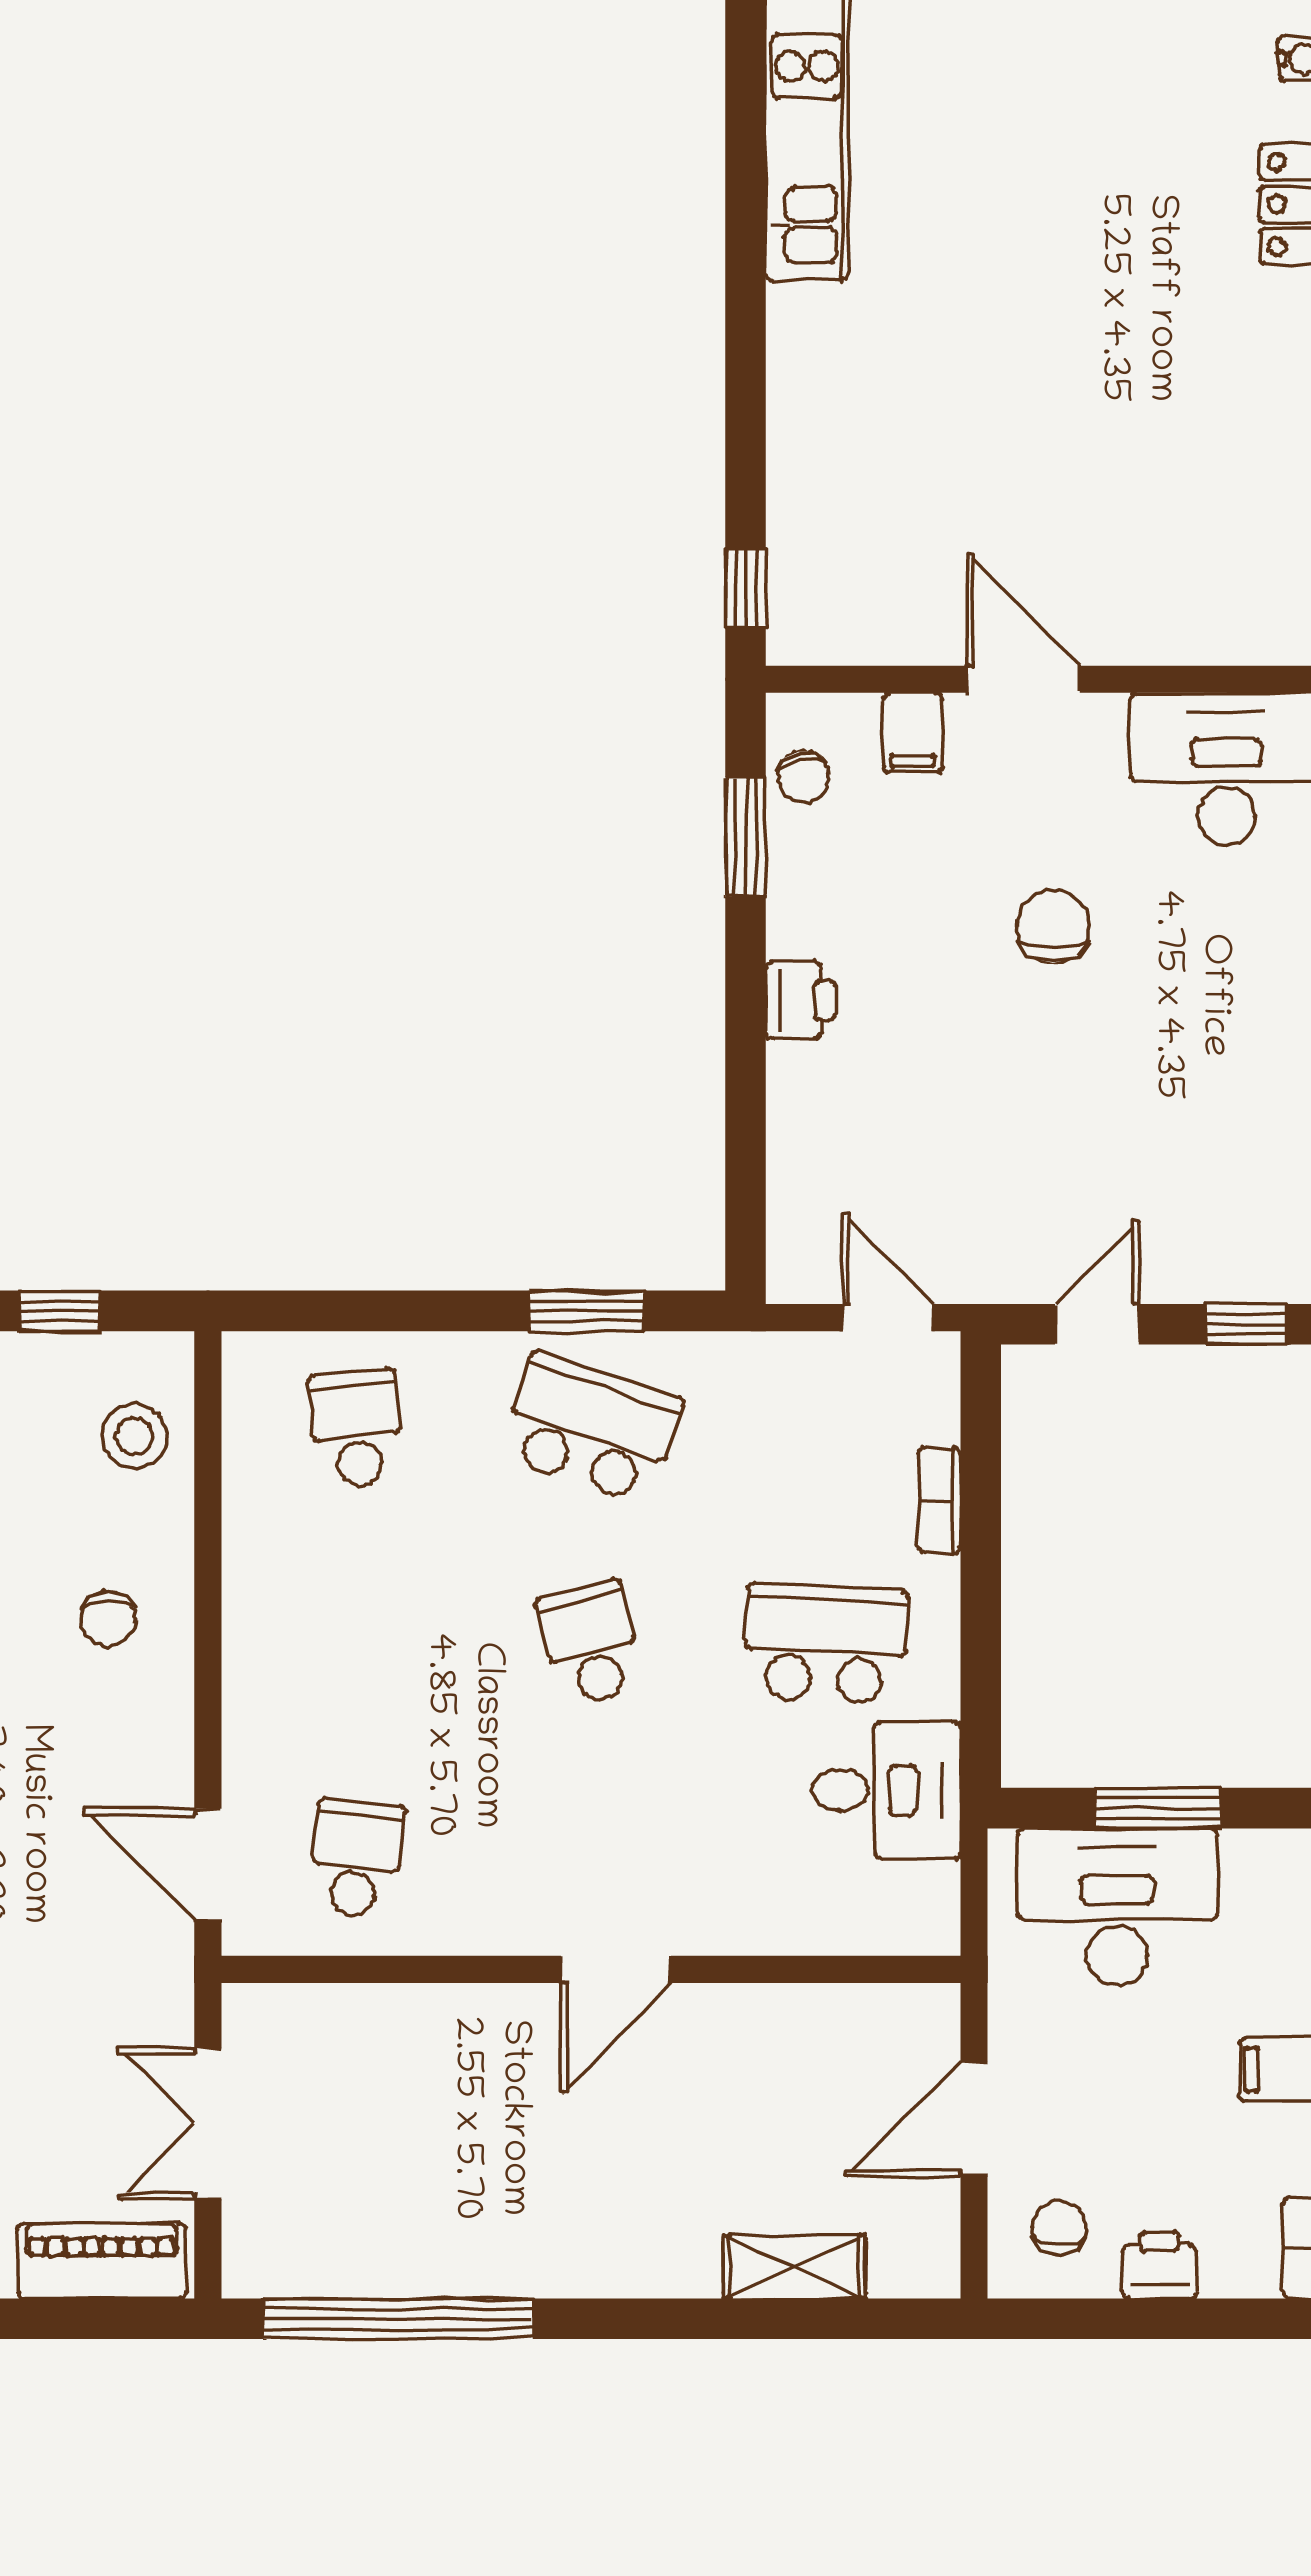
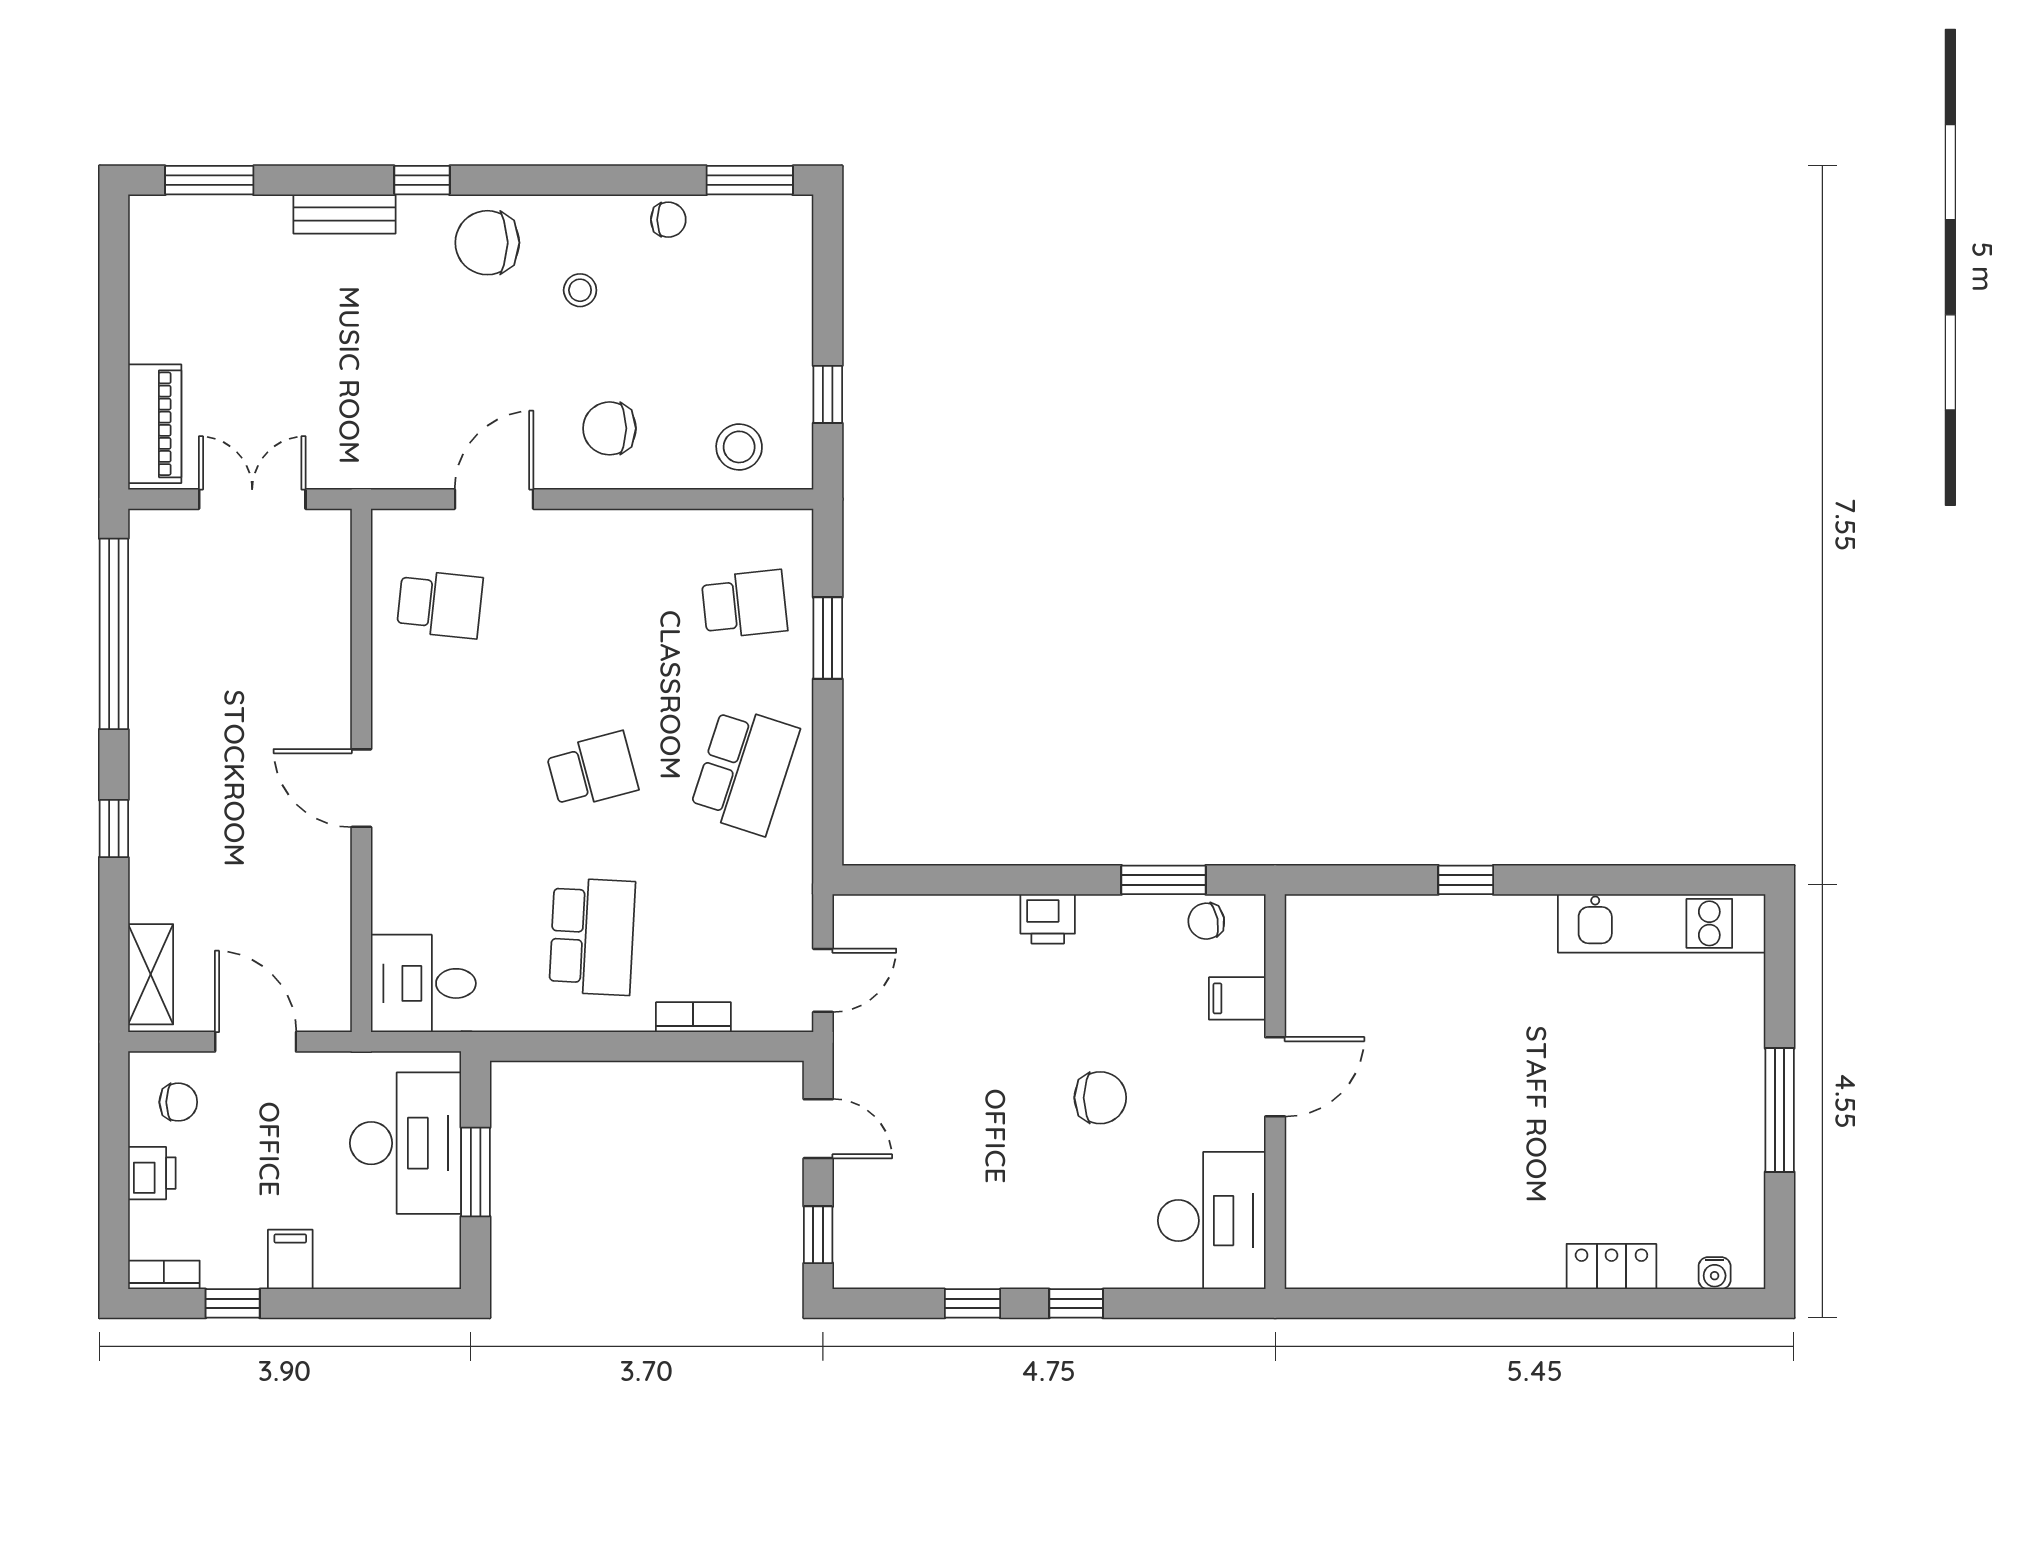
window: (745, 588) -> (1466, 880), moved
window: (587, 1311) -> (828, 638), moved
chair: (108, 1619) -> (610, 428), width x1.37, depth x1.37
desk: (886, 1790) -> (423, 983), moved, turned 90
door: (208, 1864) -> (494, 499), moved
shelving: (794, 2267) -> (151, 974), moved
window: (673, 2319) -> (114, 829), added

